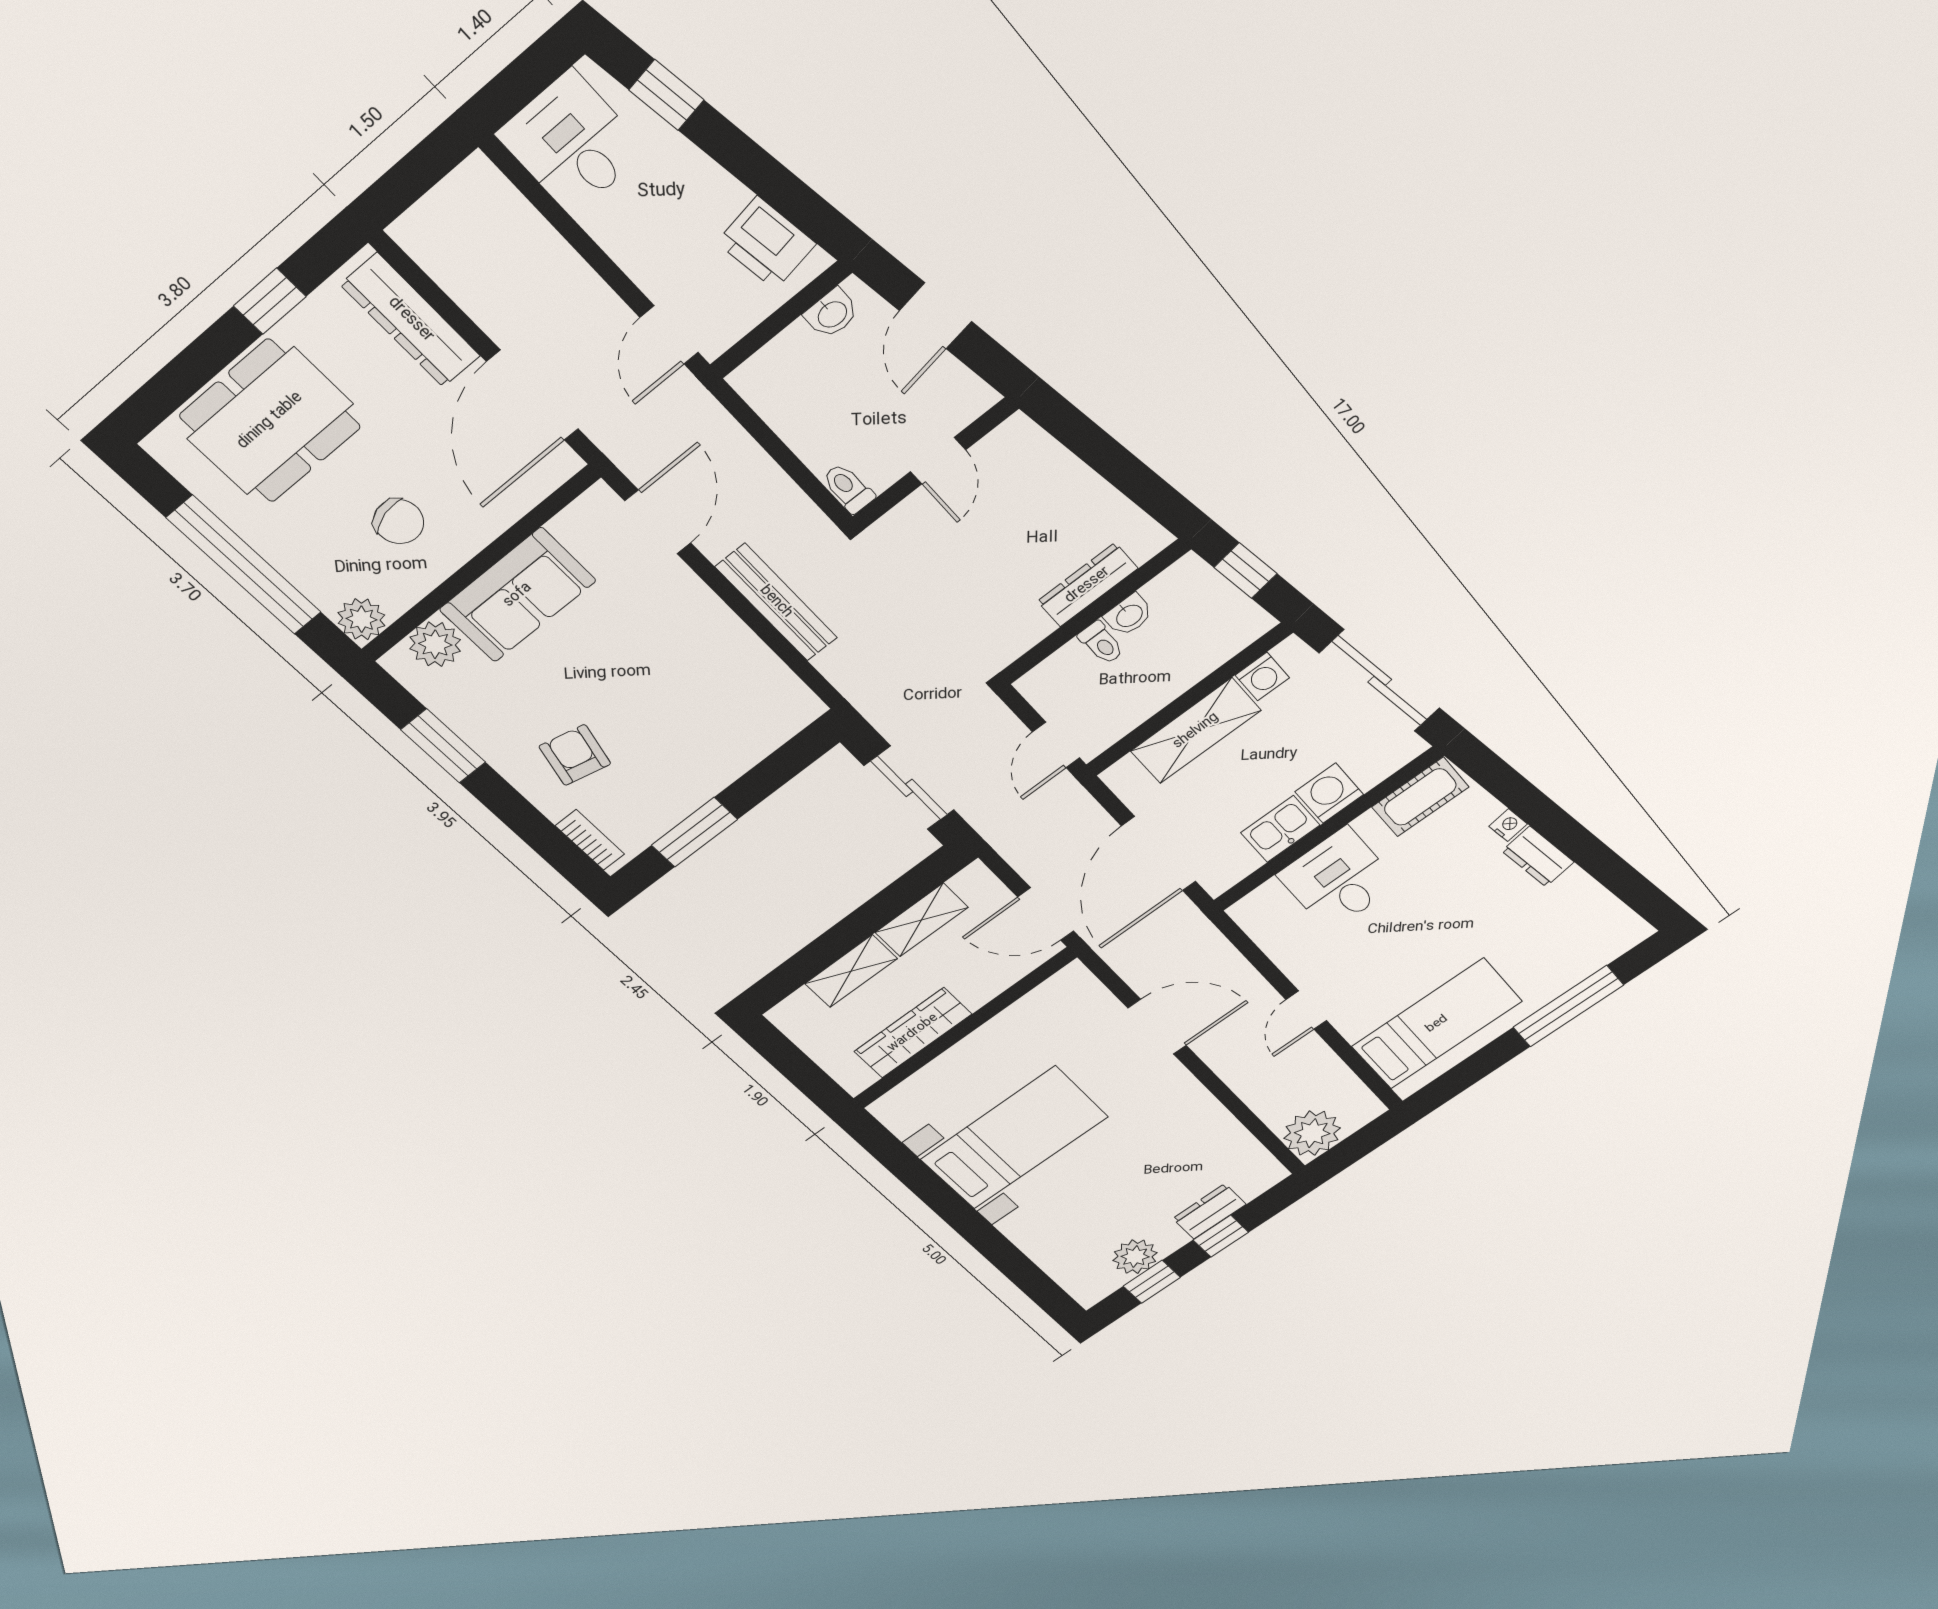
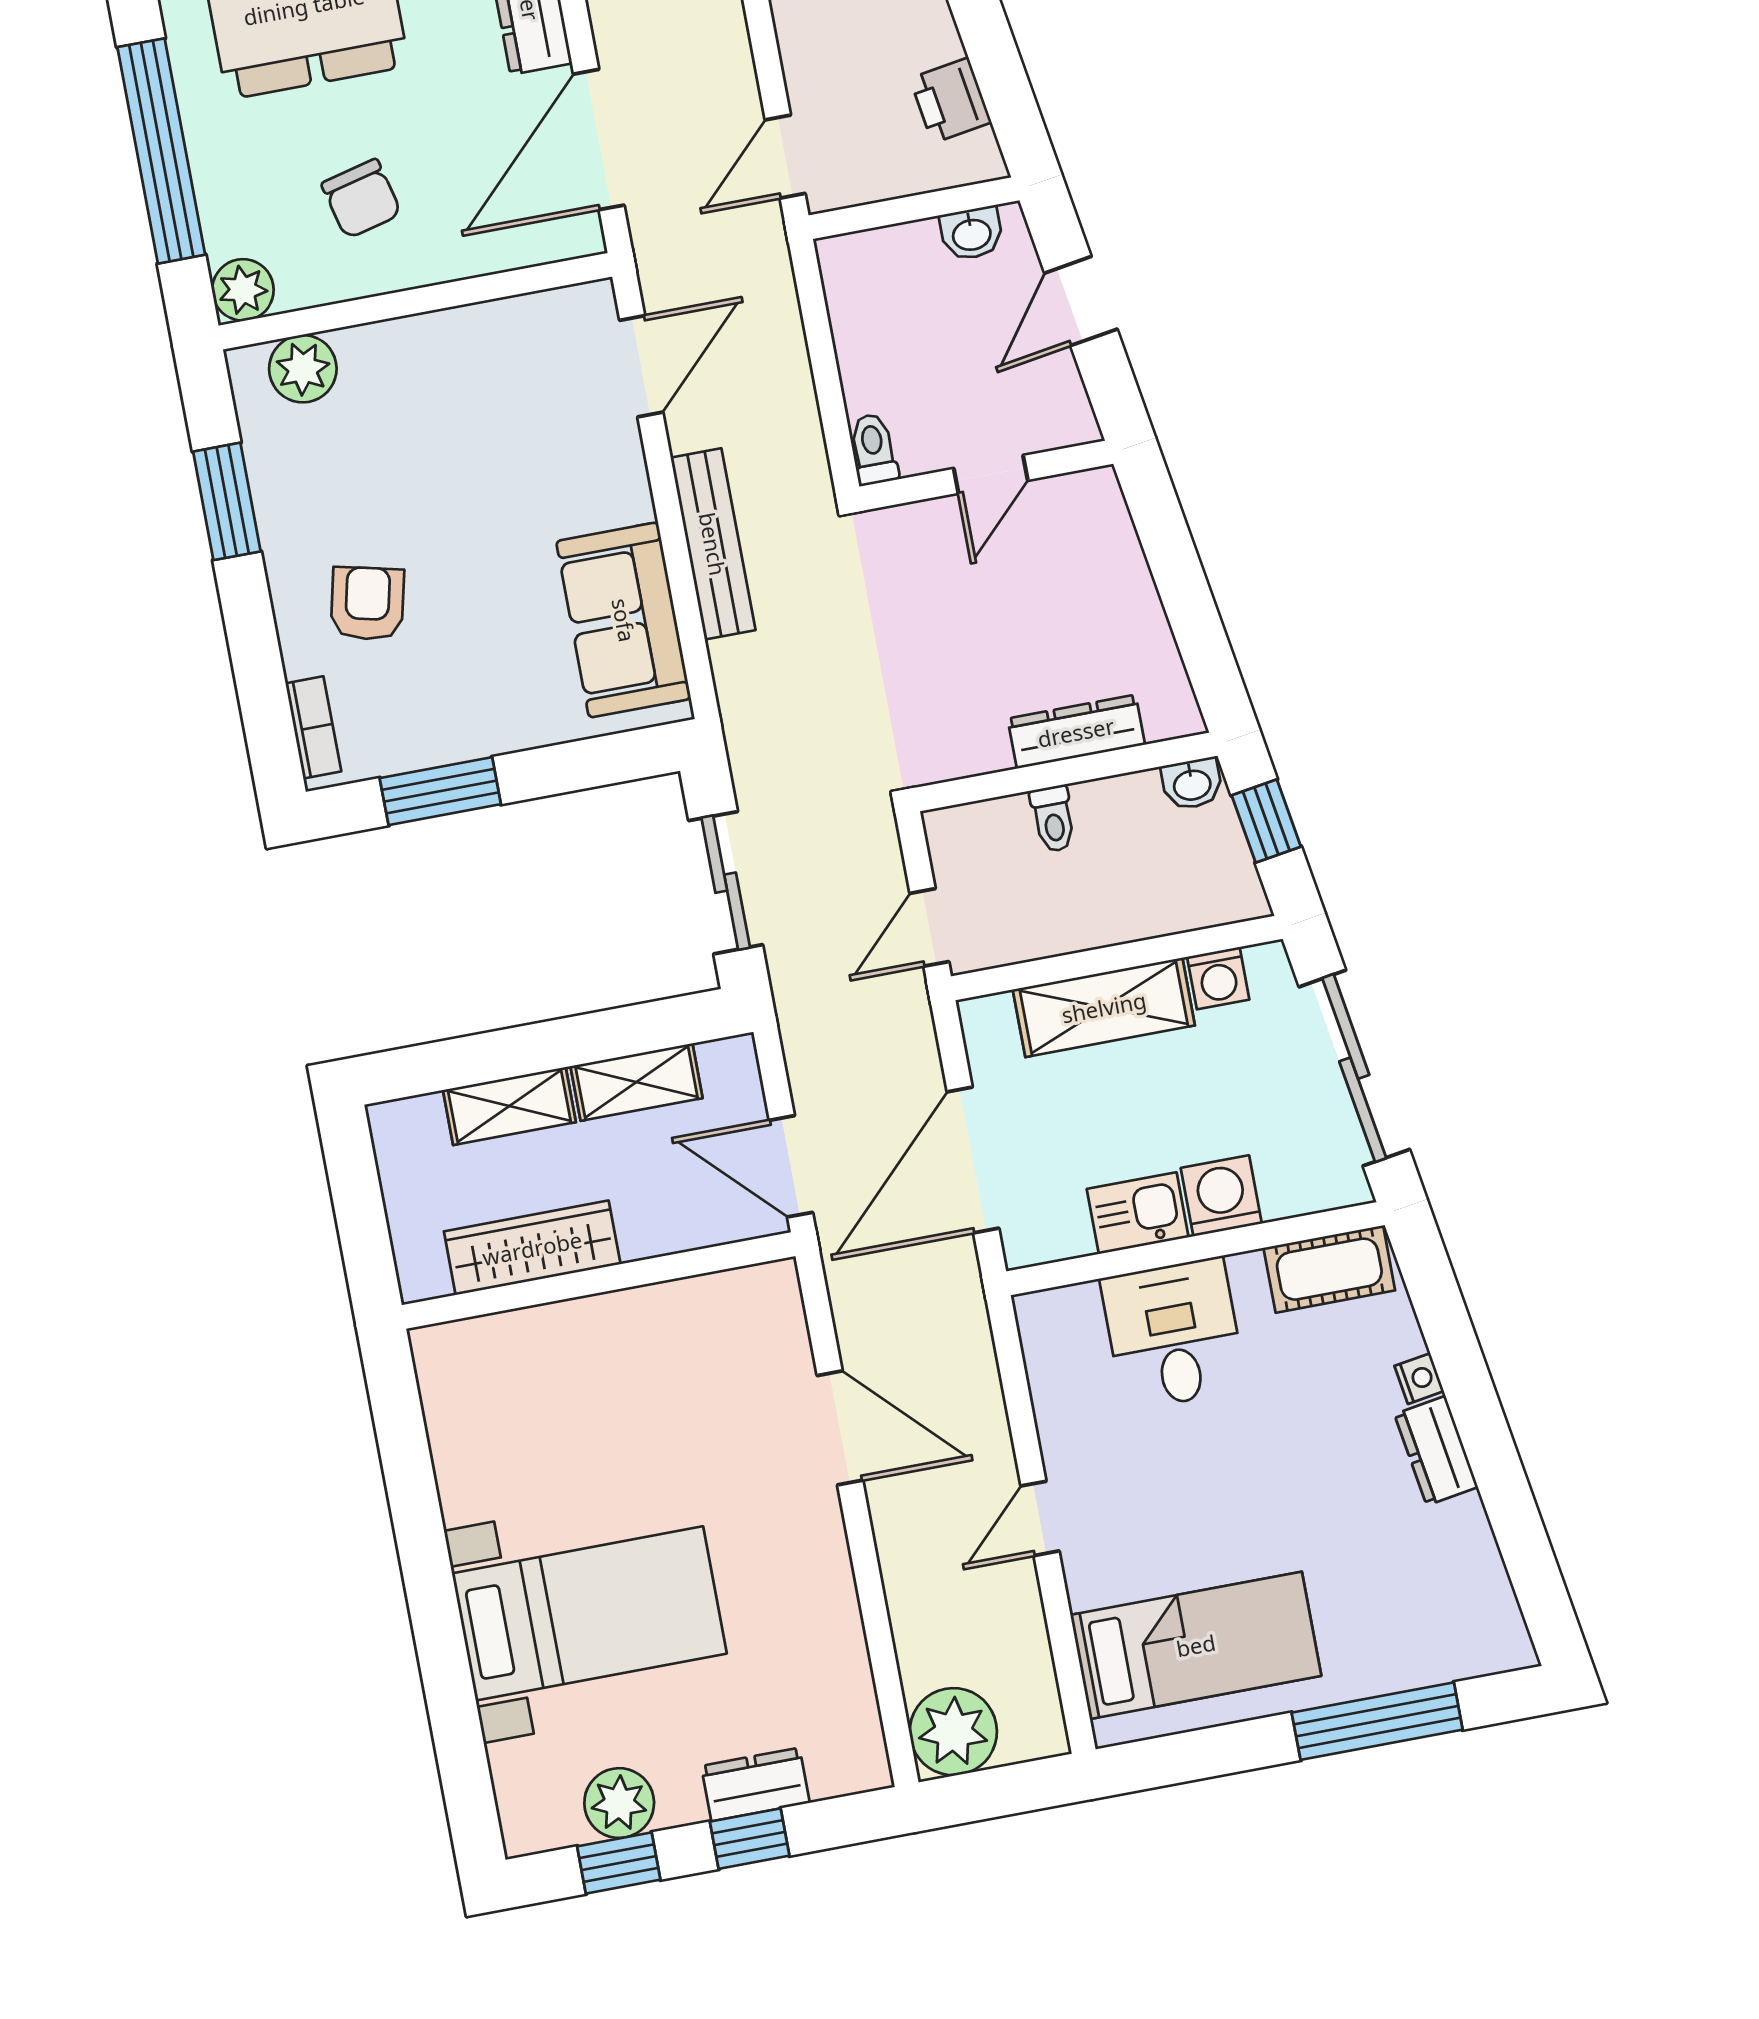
printer: (766, 243) -> (951, 100), width x0.73, depth x0.81
sofa: (518, 595) -> (624, 620), moved, turned 90
washbasin: (1129, 615) -> (1192, 784), moved
bed with nightstands: (1014, 1138) -> (589, 1613), moved

